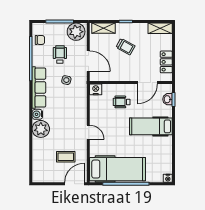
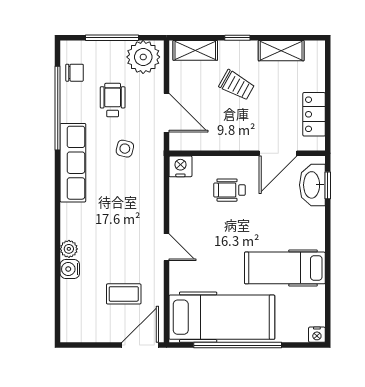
shelving: (160, 28) -> (281, 51), moved
washbasin: (167, 99) -> (312, 185), width x1.91, depth x1.45
water cooler: (37, 114) -> (70, 269), moved
hospital bed: (151, 126) -> (285, 268), moved
plant: (41, 129) -> (69, 249), width x0.53, depth x0.53

